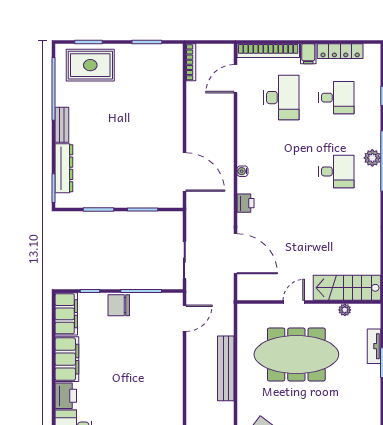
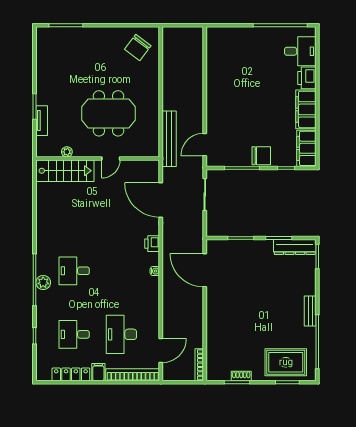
shoe rack: (142, 49) -> (241, 376), added
dresser: (64, 168) -> (295, 247), moved, turned -90
meeting table: (296, 354) -> (108, 113), width x0.73
bench: (226, 368) -> (169, 139), moved

